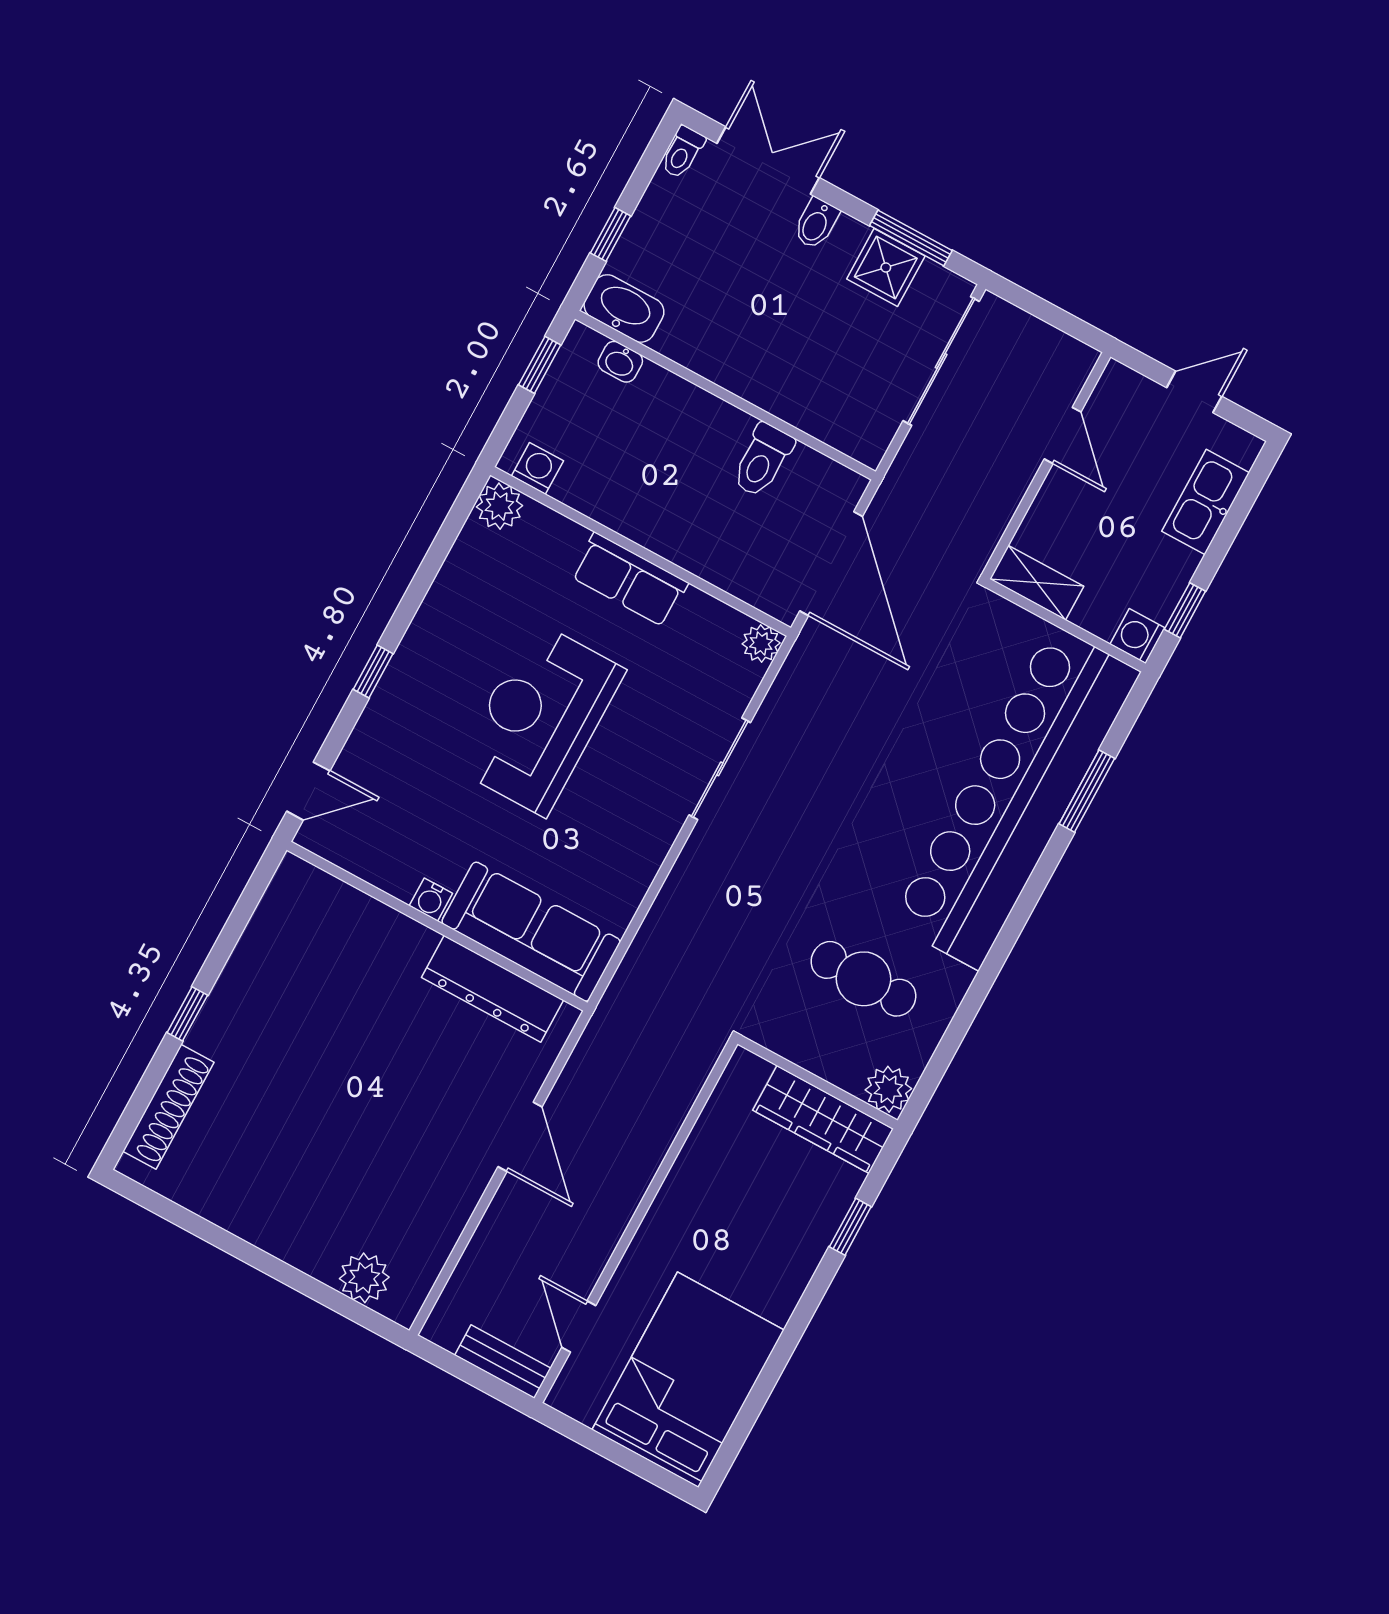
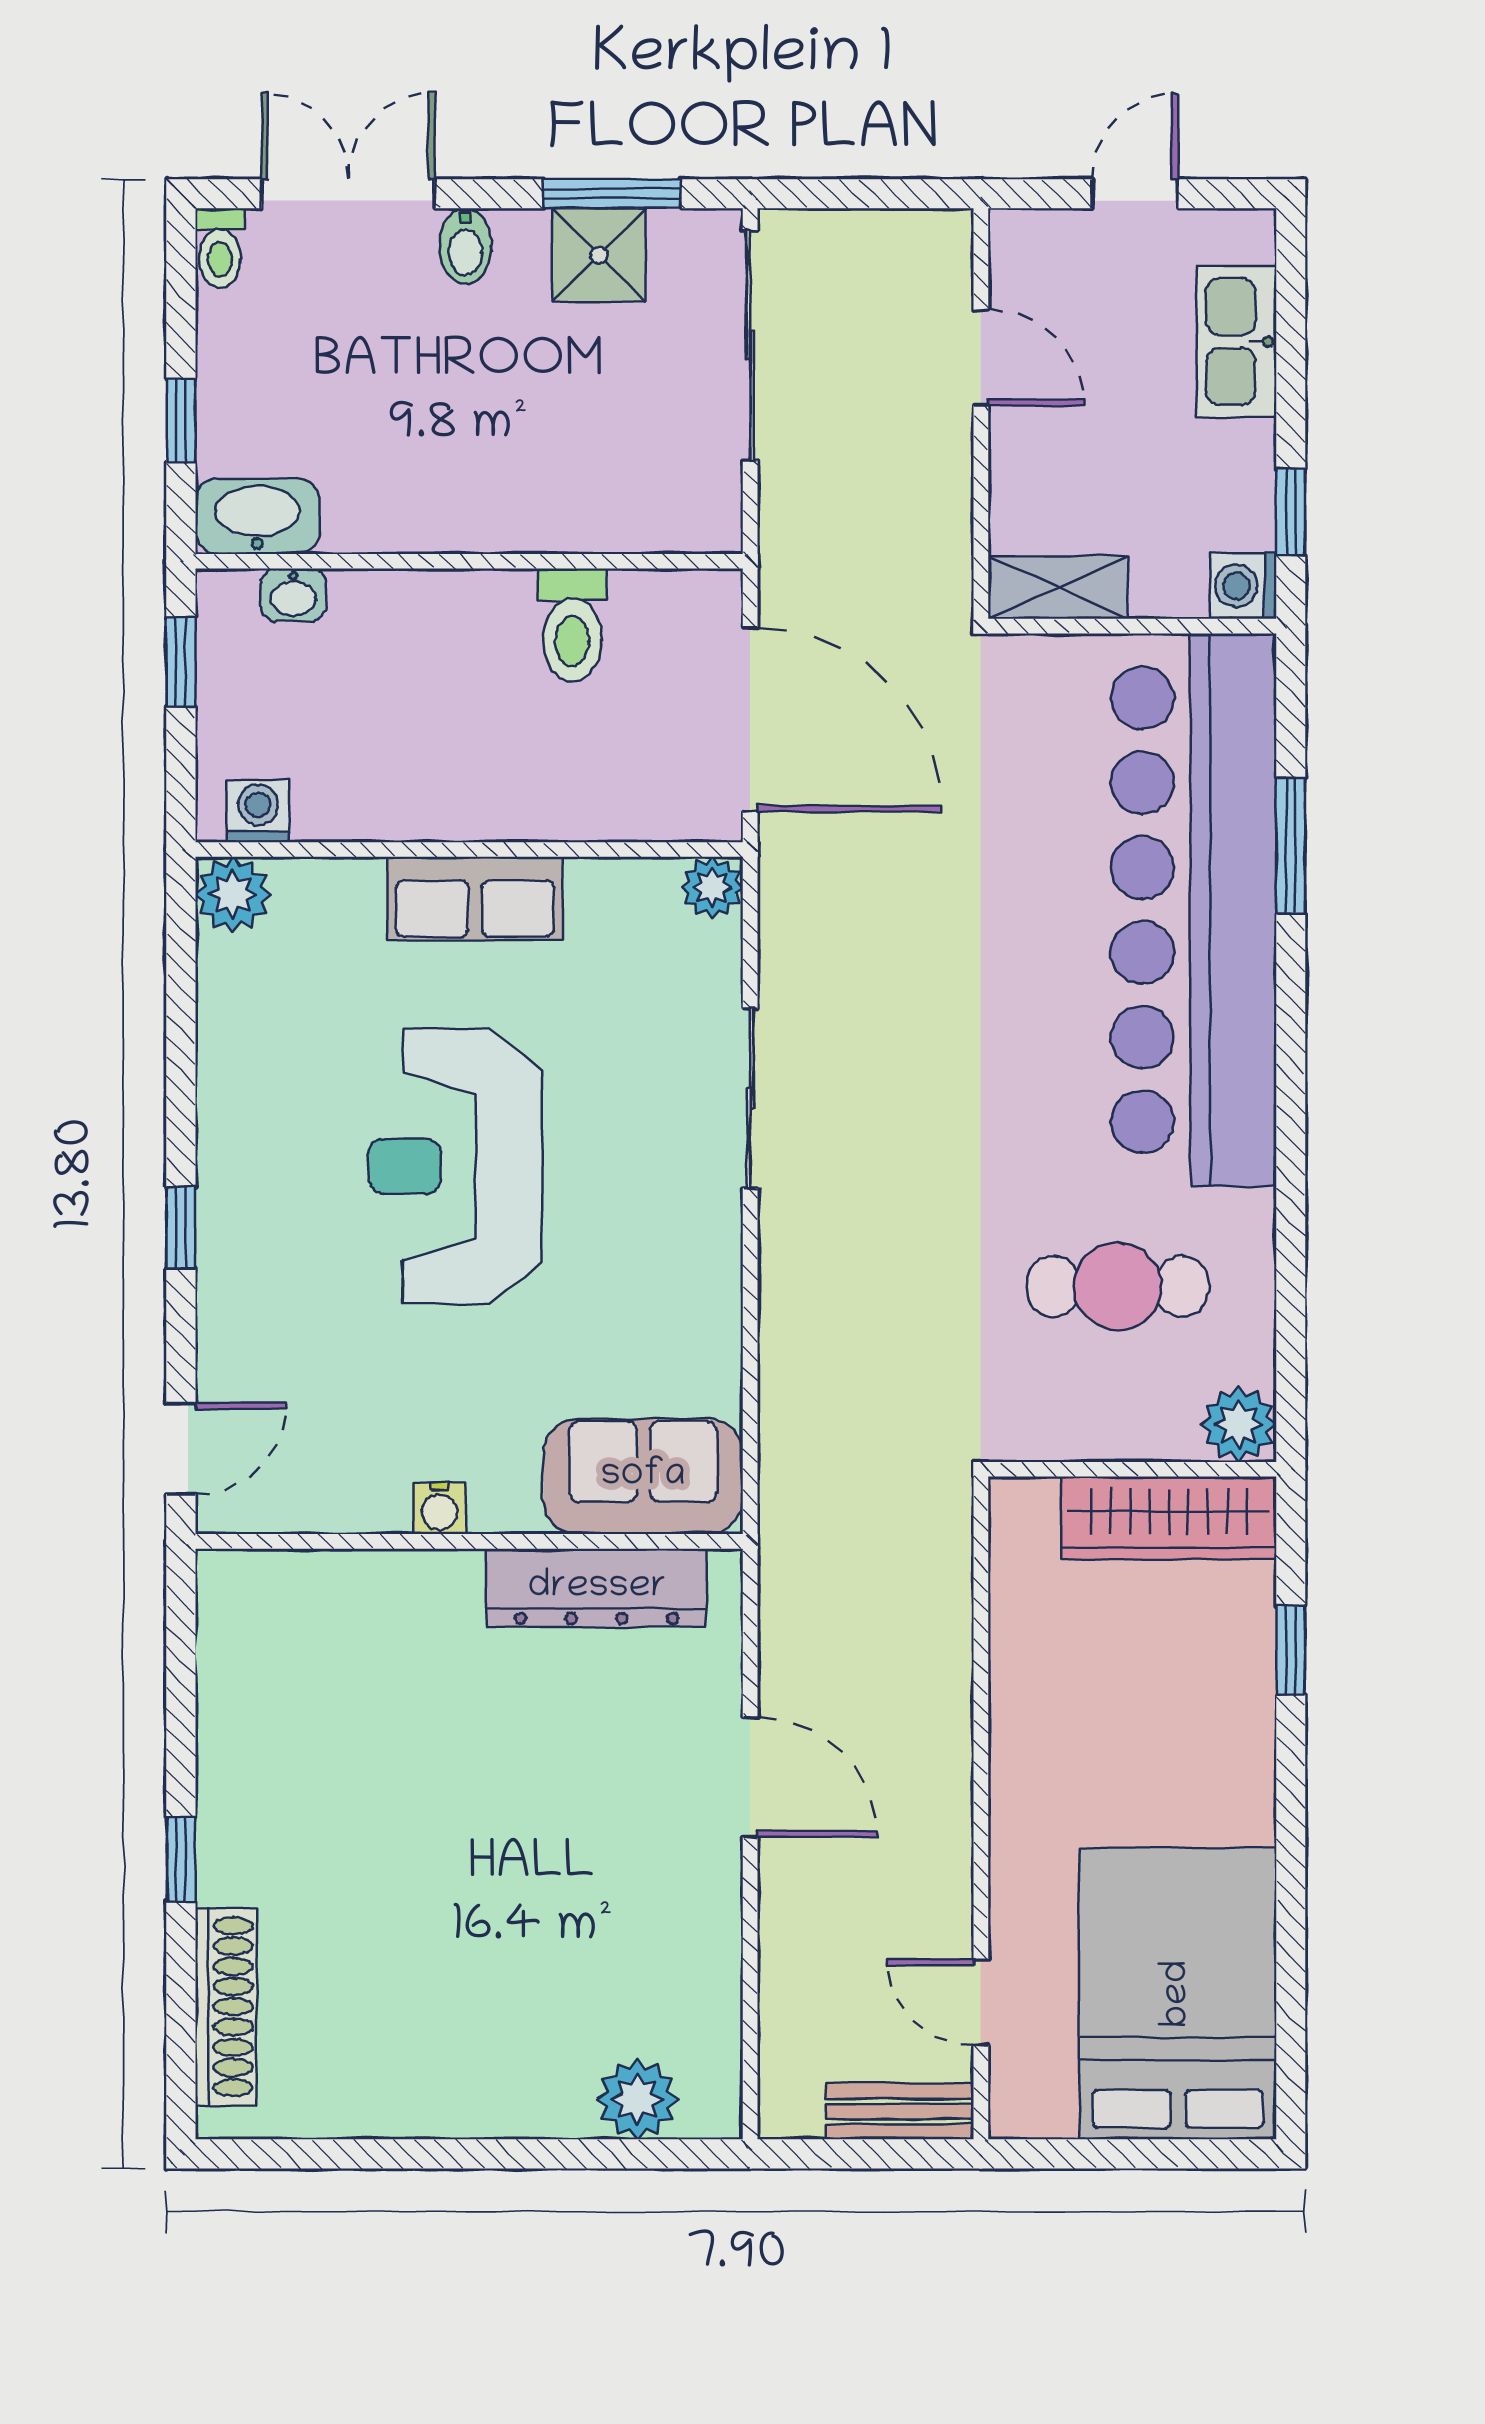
sofa: (531, 932) -> (643, 1476), width x0.73

